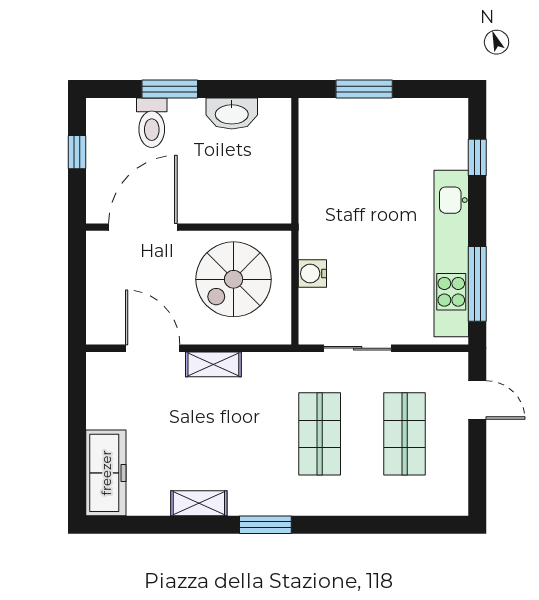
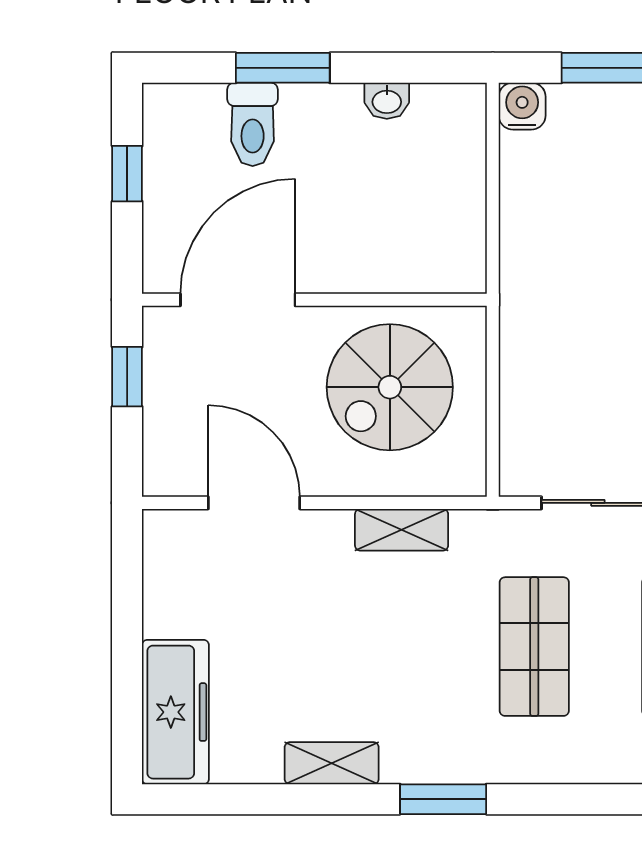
washbasin: (232, 113) -> (387, 101), width x0.52, depth x0.69
window: (77, 273) -> (127, 377), added
water cooler: (312, 274) -> (522, 106), moved, turned 90
shelving: (213, 364) -> (402, 530), moved

